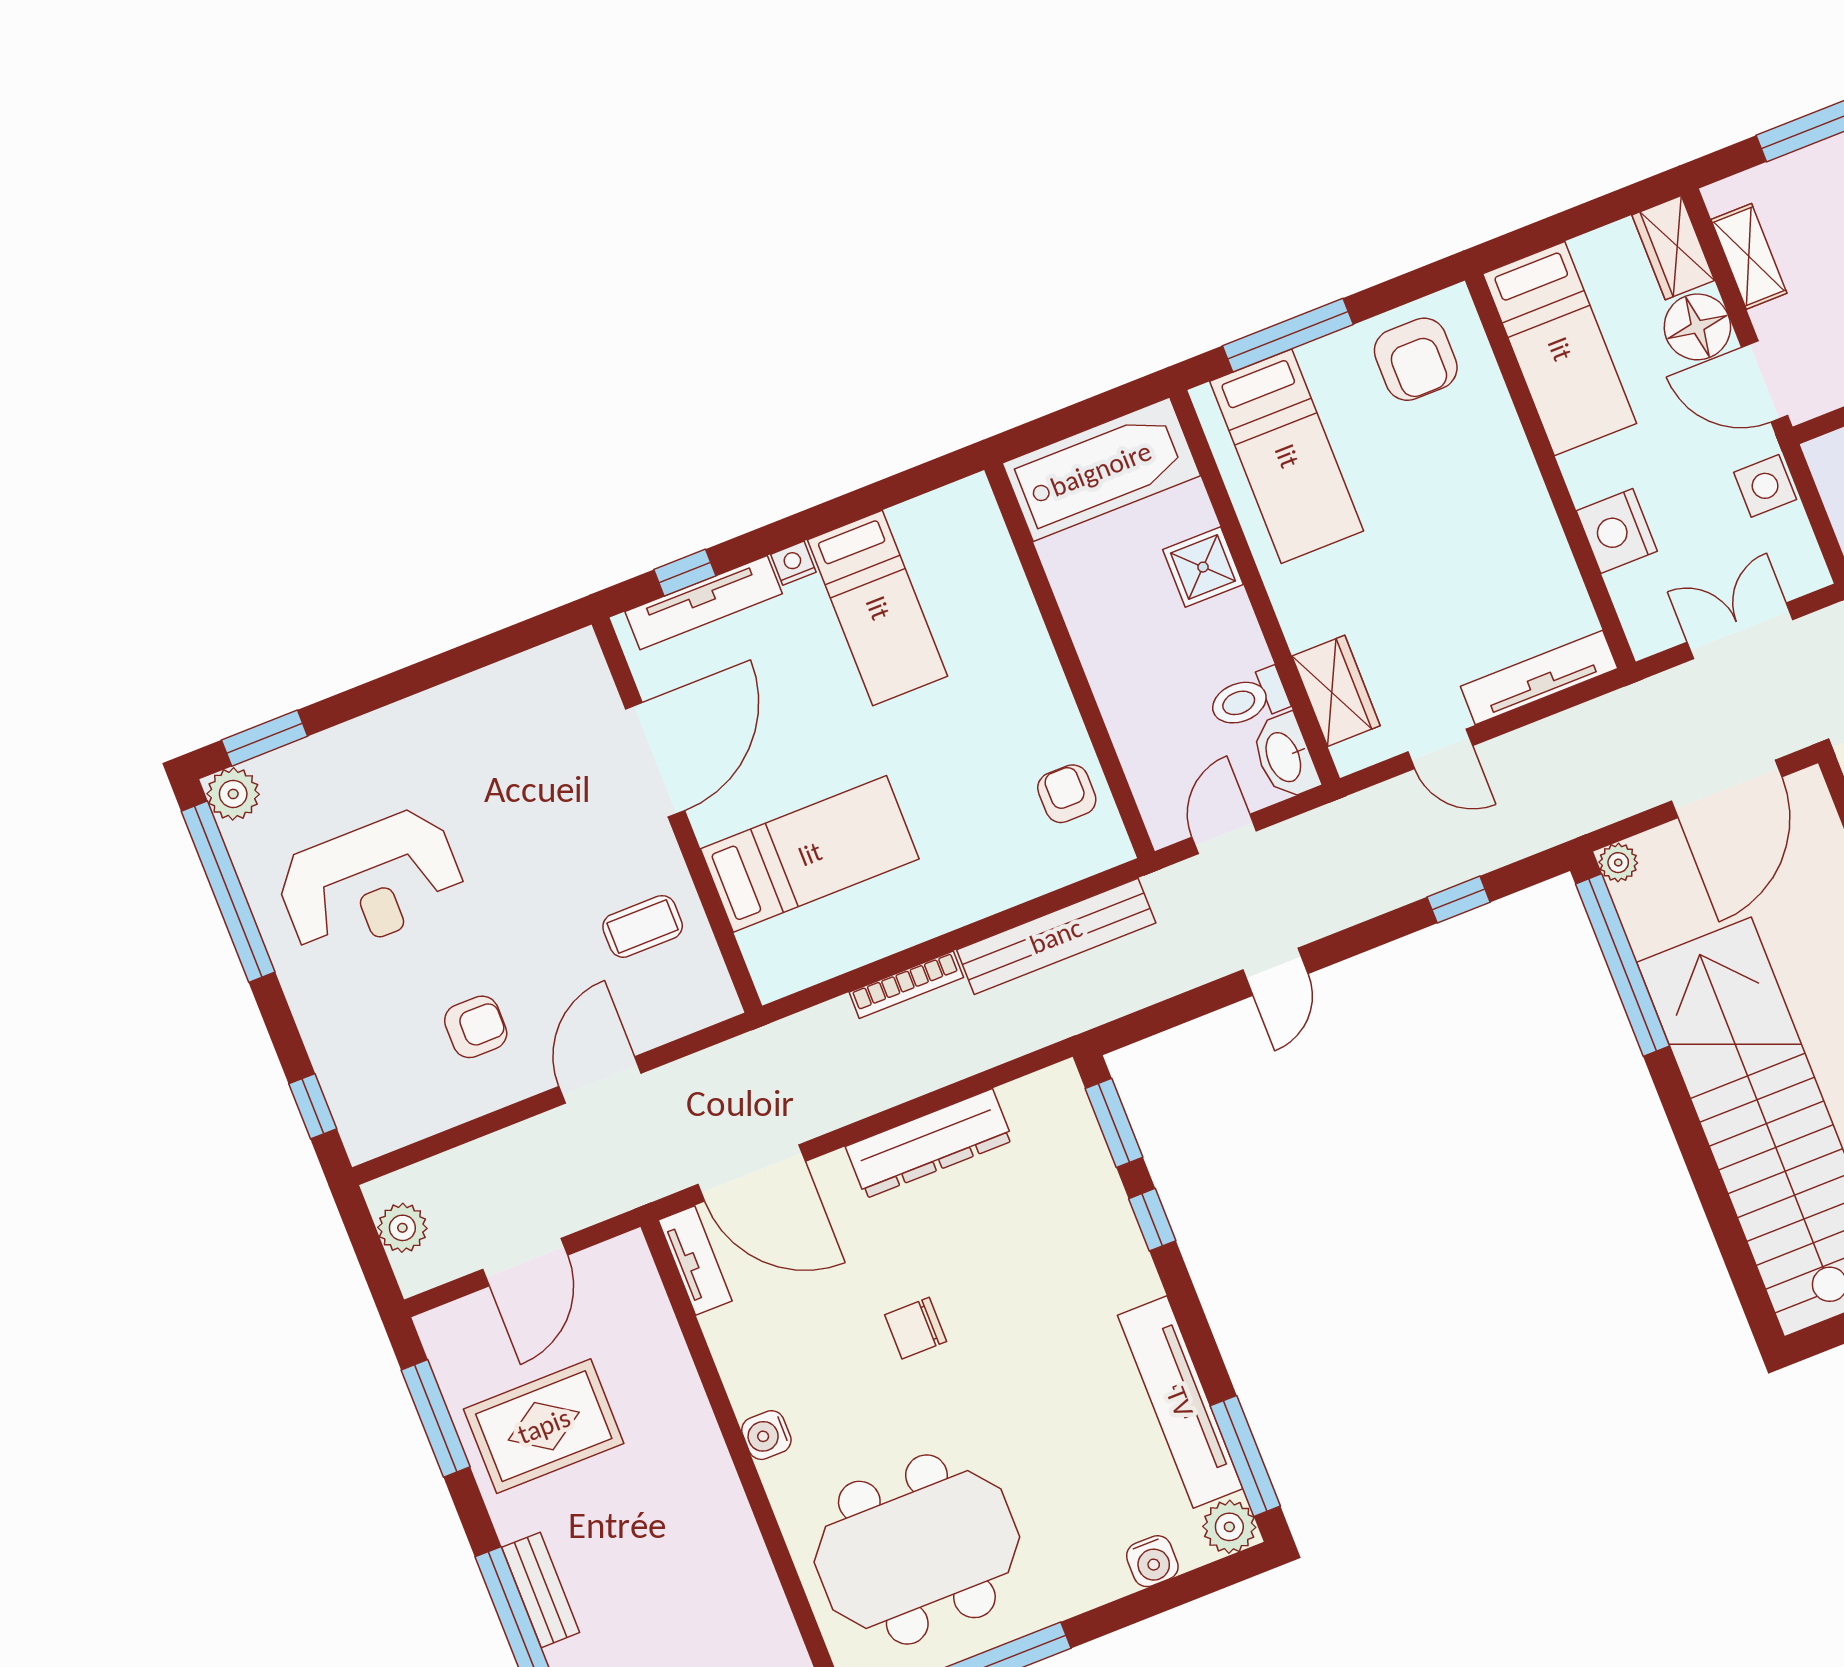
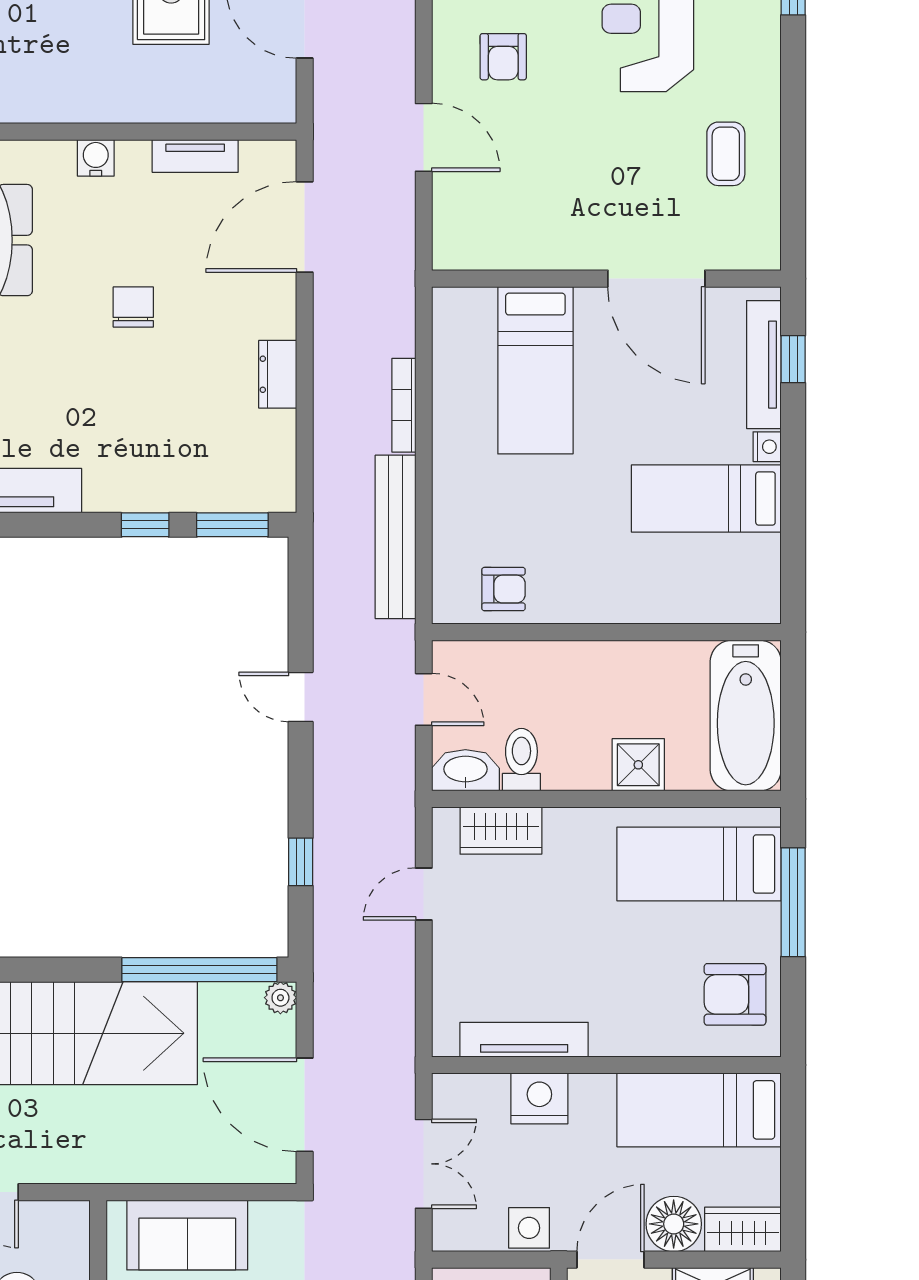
tv unit: (1539, 677) -> (524, 1040), moved, turned -90
coffee table: (643, 926) -> (726, 154), moved
dresser: (929, 1144) -> (278, 374), width x0.51, depth x0.80
tv unit: (695, 1261) -> (195, 156), moved

